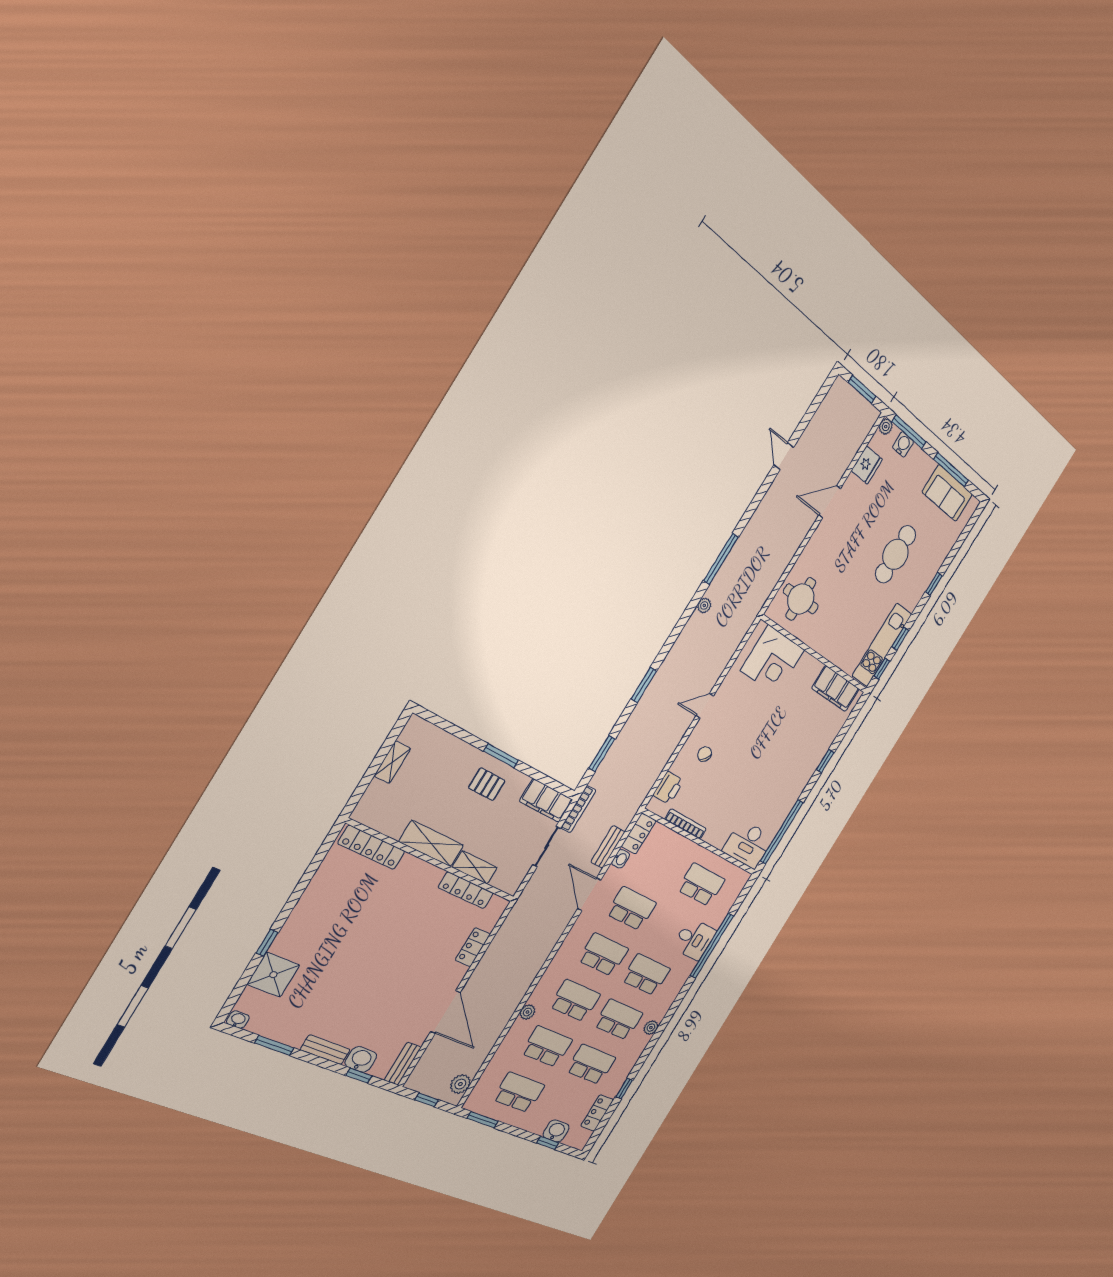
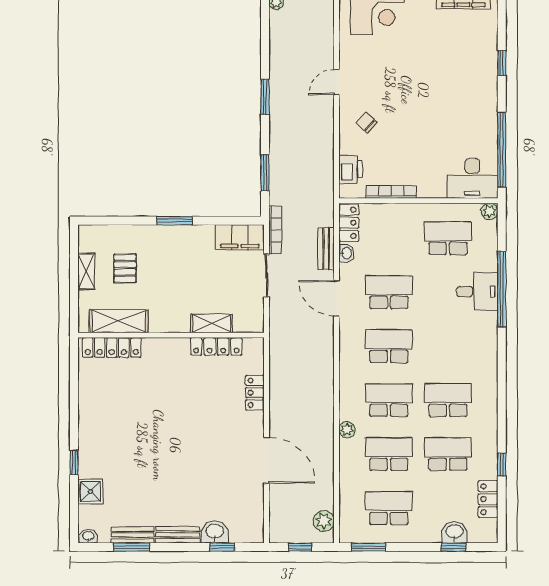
pallet: (487, 784) -> (125, 268), moved, turned 90
shelving: (431, 844) -> (119, 321), moved
shower: (273, 975) -> (90, 492), width x0.73, depth x0.73
school desk: (646, 975) -> (448, 346), removed
plant: (651, 1028) -> (490, 211), moved
bench: (403, 1064) -> (133, 535), moved, turned 90

